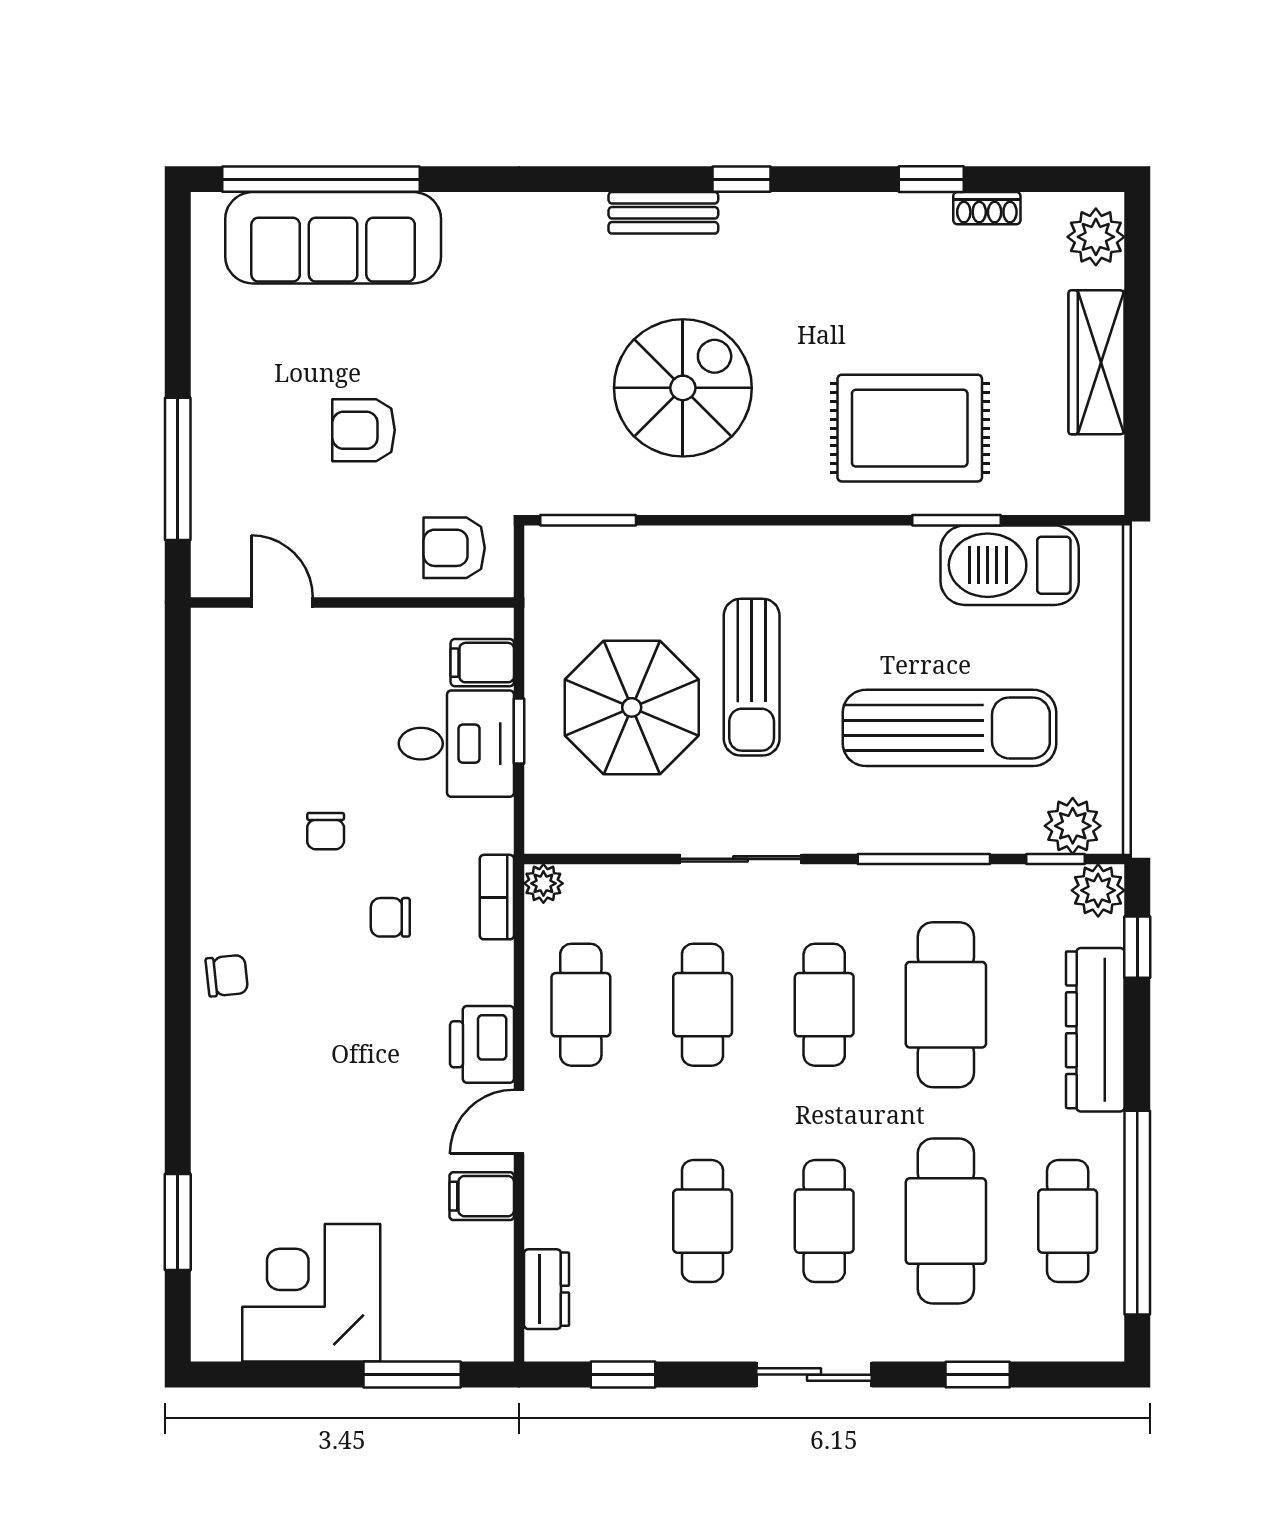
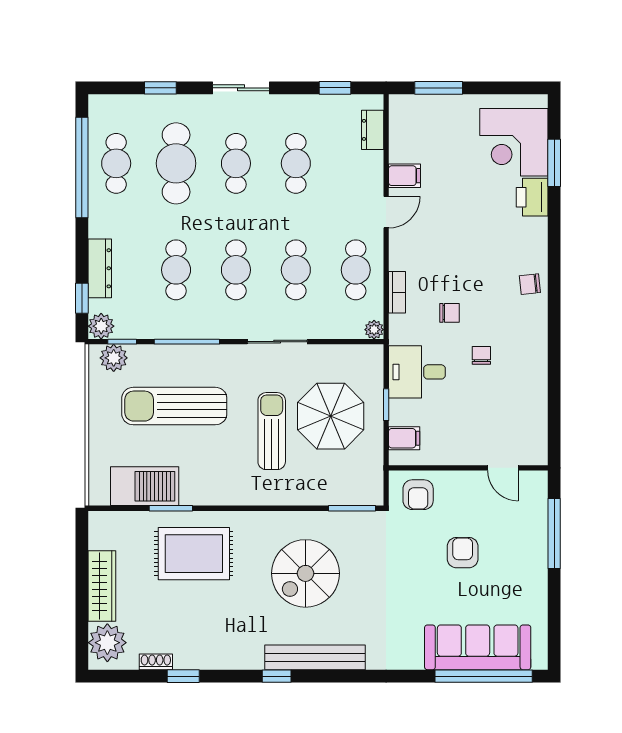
bench: (663, 213) -> (315, 657), width x1.86, depth x1.21
plant: (1096, 237) -> (107, 643), width x1.36, depth x1.36
armchair: (364, 430) -> (463, 553), turned -90
armchair: (454, 548) -> (418, 495), turned 90
desk: (456, 744) -> (417, 372), moved
bookcase: (497, 897) -> (397, 292), moved
cafe table: (946, 1005) -> (176, 270), width x0.73, depth x0.74
dresser: (1095, 1030) -> (100, 268), width x0.73, depth x0.80
printer: (482, 1044) -> (532, 197), moved, turned 180
corner desk: (311, 1293) -> (514, 142), moved, turned 90

